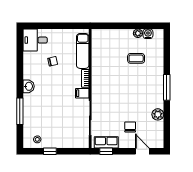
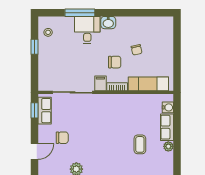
water cooler: (148, 34) -> (168, 107), moved
row of seats: (121, 35) -> (167, 127), added
desk: (35, 40) -> (87, 30), moved
chair: (63, 81) -> (115, 62), added

